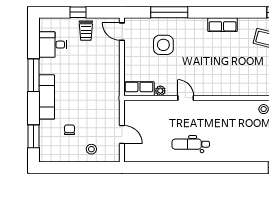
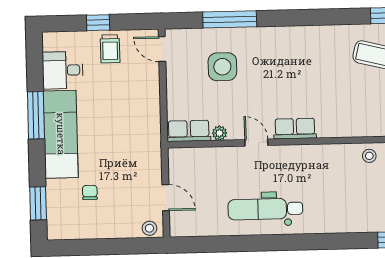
row of seats: (223, 25) -> (295, 129), moved, turned 180
exam couch: (47, 97) -> (61, 134), width x1.36, depth x1.45
dental chair: (191, 144) -> (265, 209), width x1.36, depth x1.38
stool: (91, 149) -> (149, 228), moved

